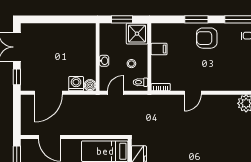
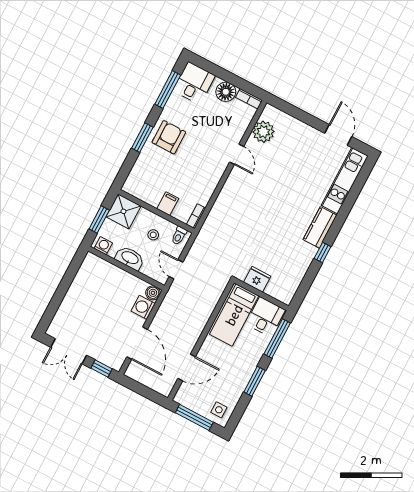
washing machine: (105, 32) -> (103, 246), added
armchair: (207, 38) -> (169, 137), turned 180
filing cabinet: (159, 49) -> (168, 204), moved
washbasin: (104, 61) -> (130, 258), width x1.91, depth x1.45
door: (193, 93) -> (237, 154), moved

